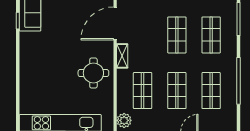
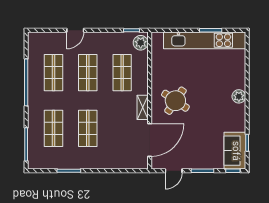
plant: (26, 67) -> (239, 96), added
round table: (93, 73) -> (175, 101), moved, turned 34

